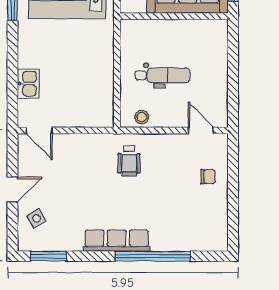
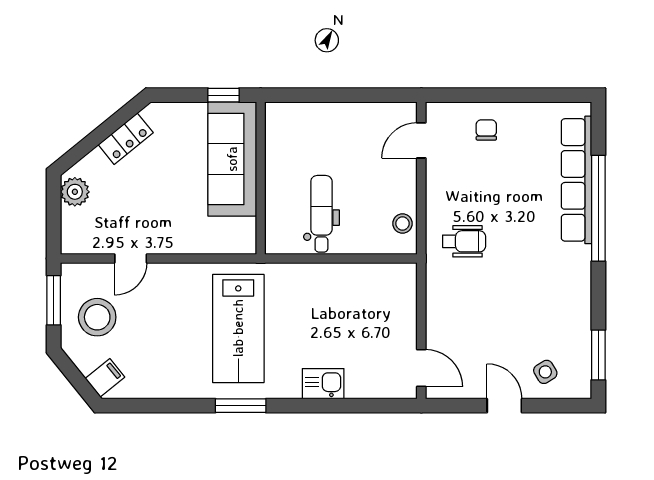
dental chair: (162, 75) -> (321, 214), moved
kitchen sink: (28, 84) -> (323, 384), moved
door: (39, 130) -> (421, 368), hinge flipped
row of seats: (117, 241) -> (576, 180), moved, width x1.36

